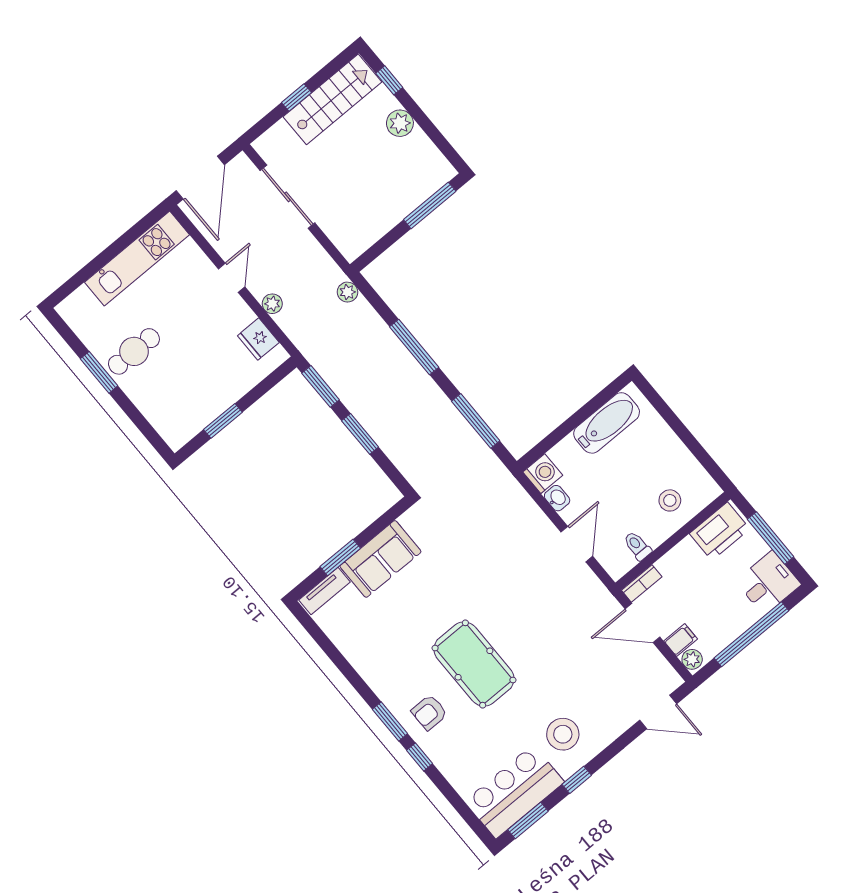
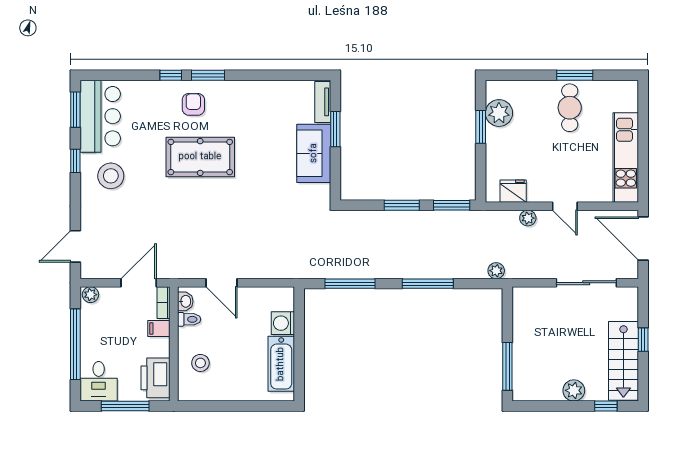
plant: (195, 415) -> (499, 113), added
washing machine: (543, 474) -> (283, 323), moved, turned 90
washbasin: (557, 498) -> (185, 301), moved, turned -90
filing cabinet: (681, 640) -> (159, 329), moved, turned 90

